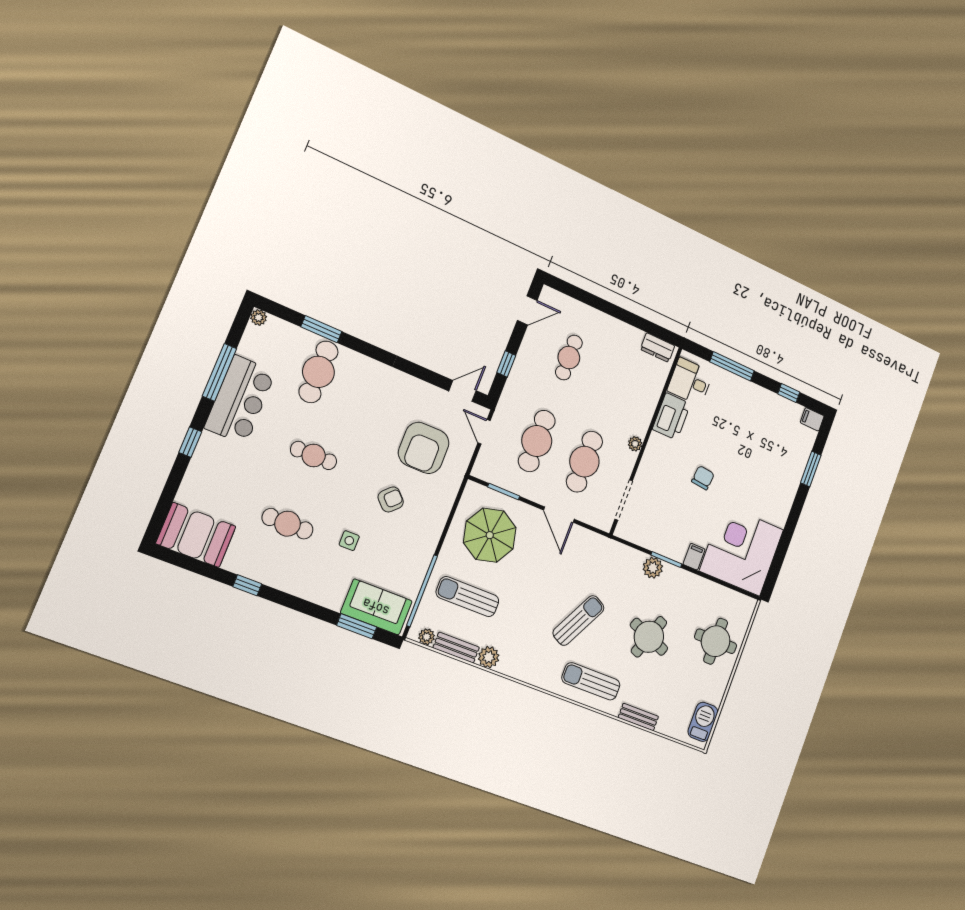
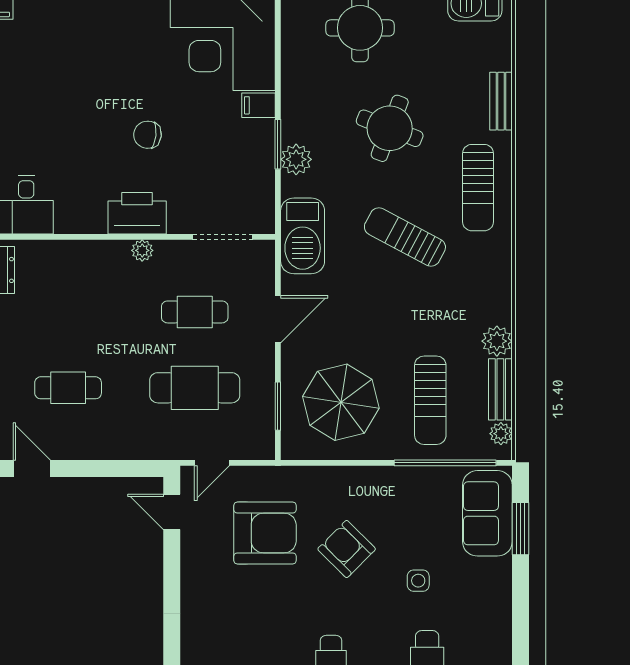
window: (506, 364) -> (113, 468), removed
printer: (671, 416) -> (137, 213), moved
cafe table: (584, 462) -> (195, 312), width x0.73, depth x0.74
armchair: (391, 499) -> (347, 549), width x1.38, depth x1.38
barbecue: (605, 553) -> (303, 236), added

